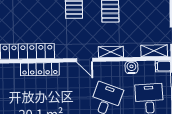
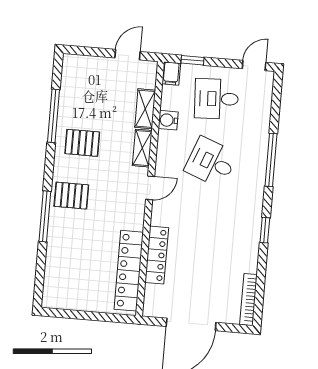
shelving: (154, 51) -> (145, 109), moved

